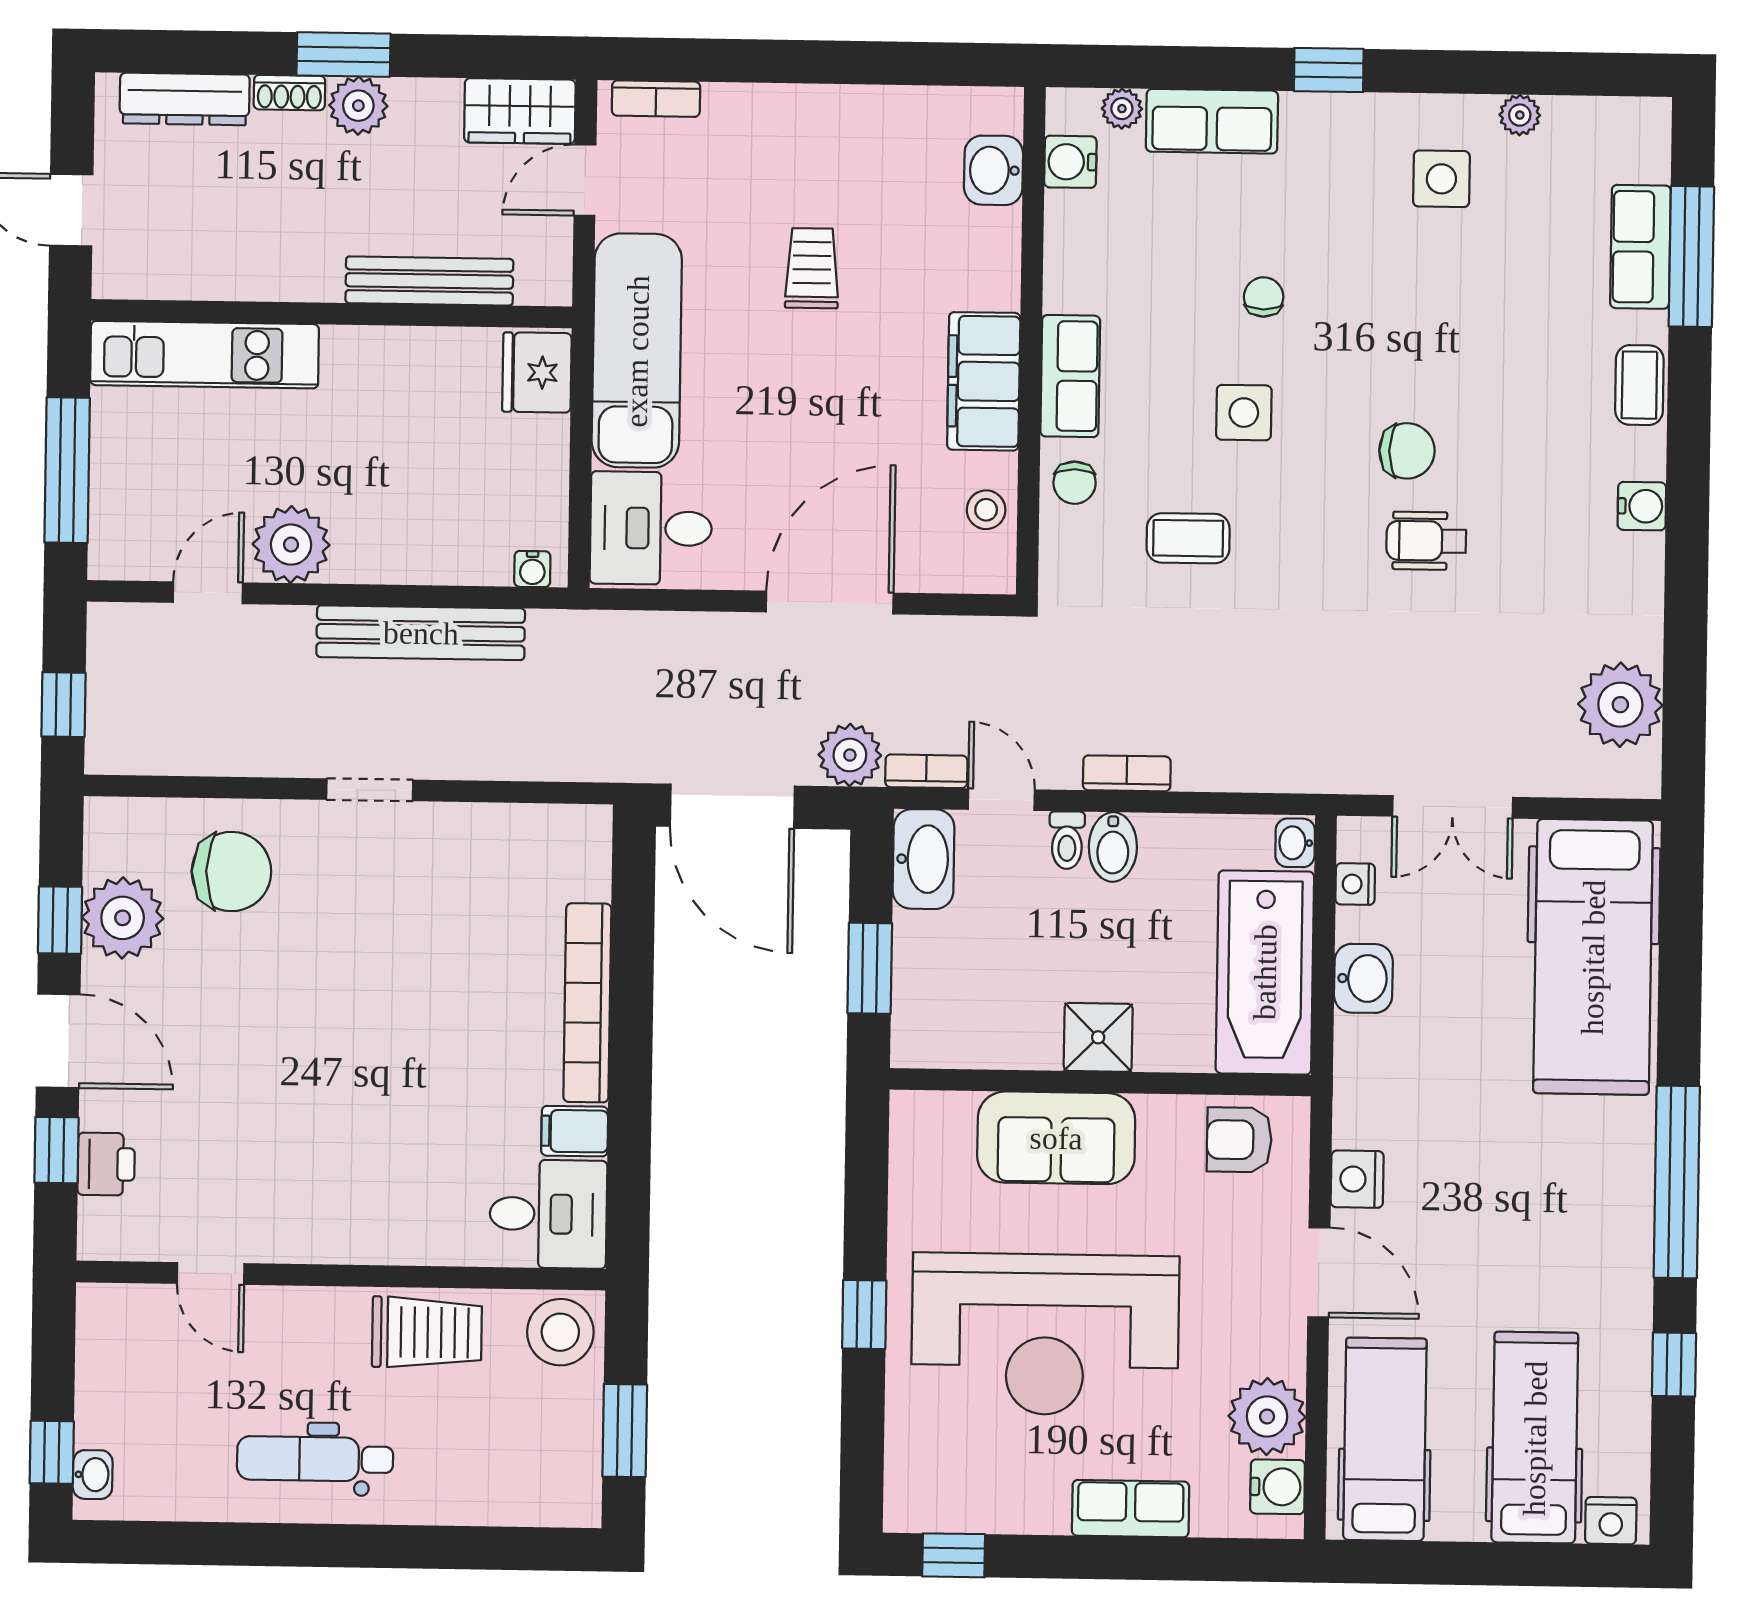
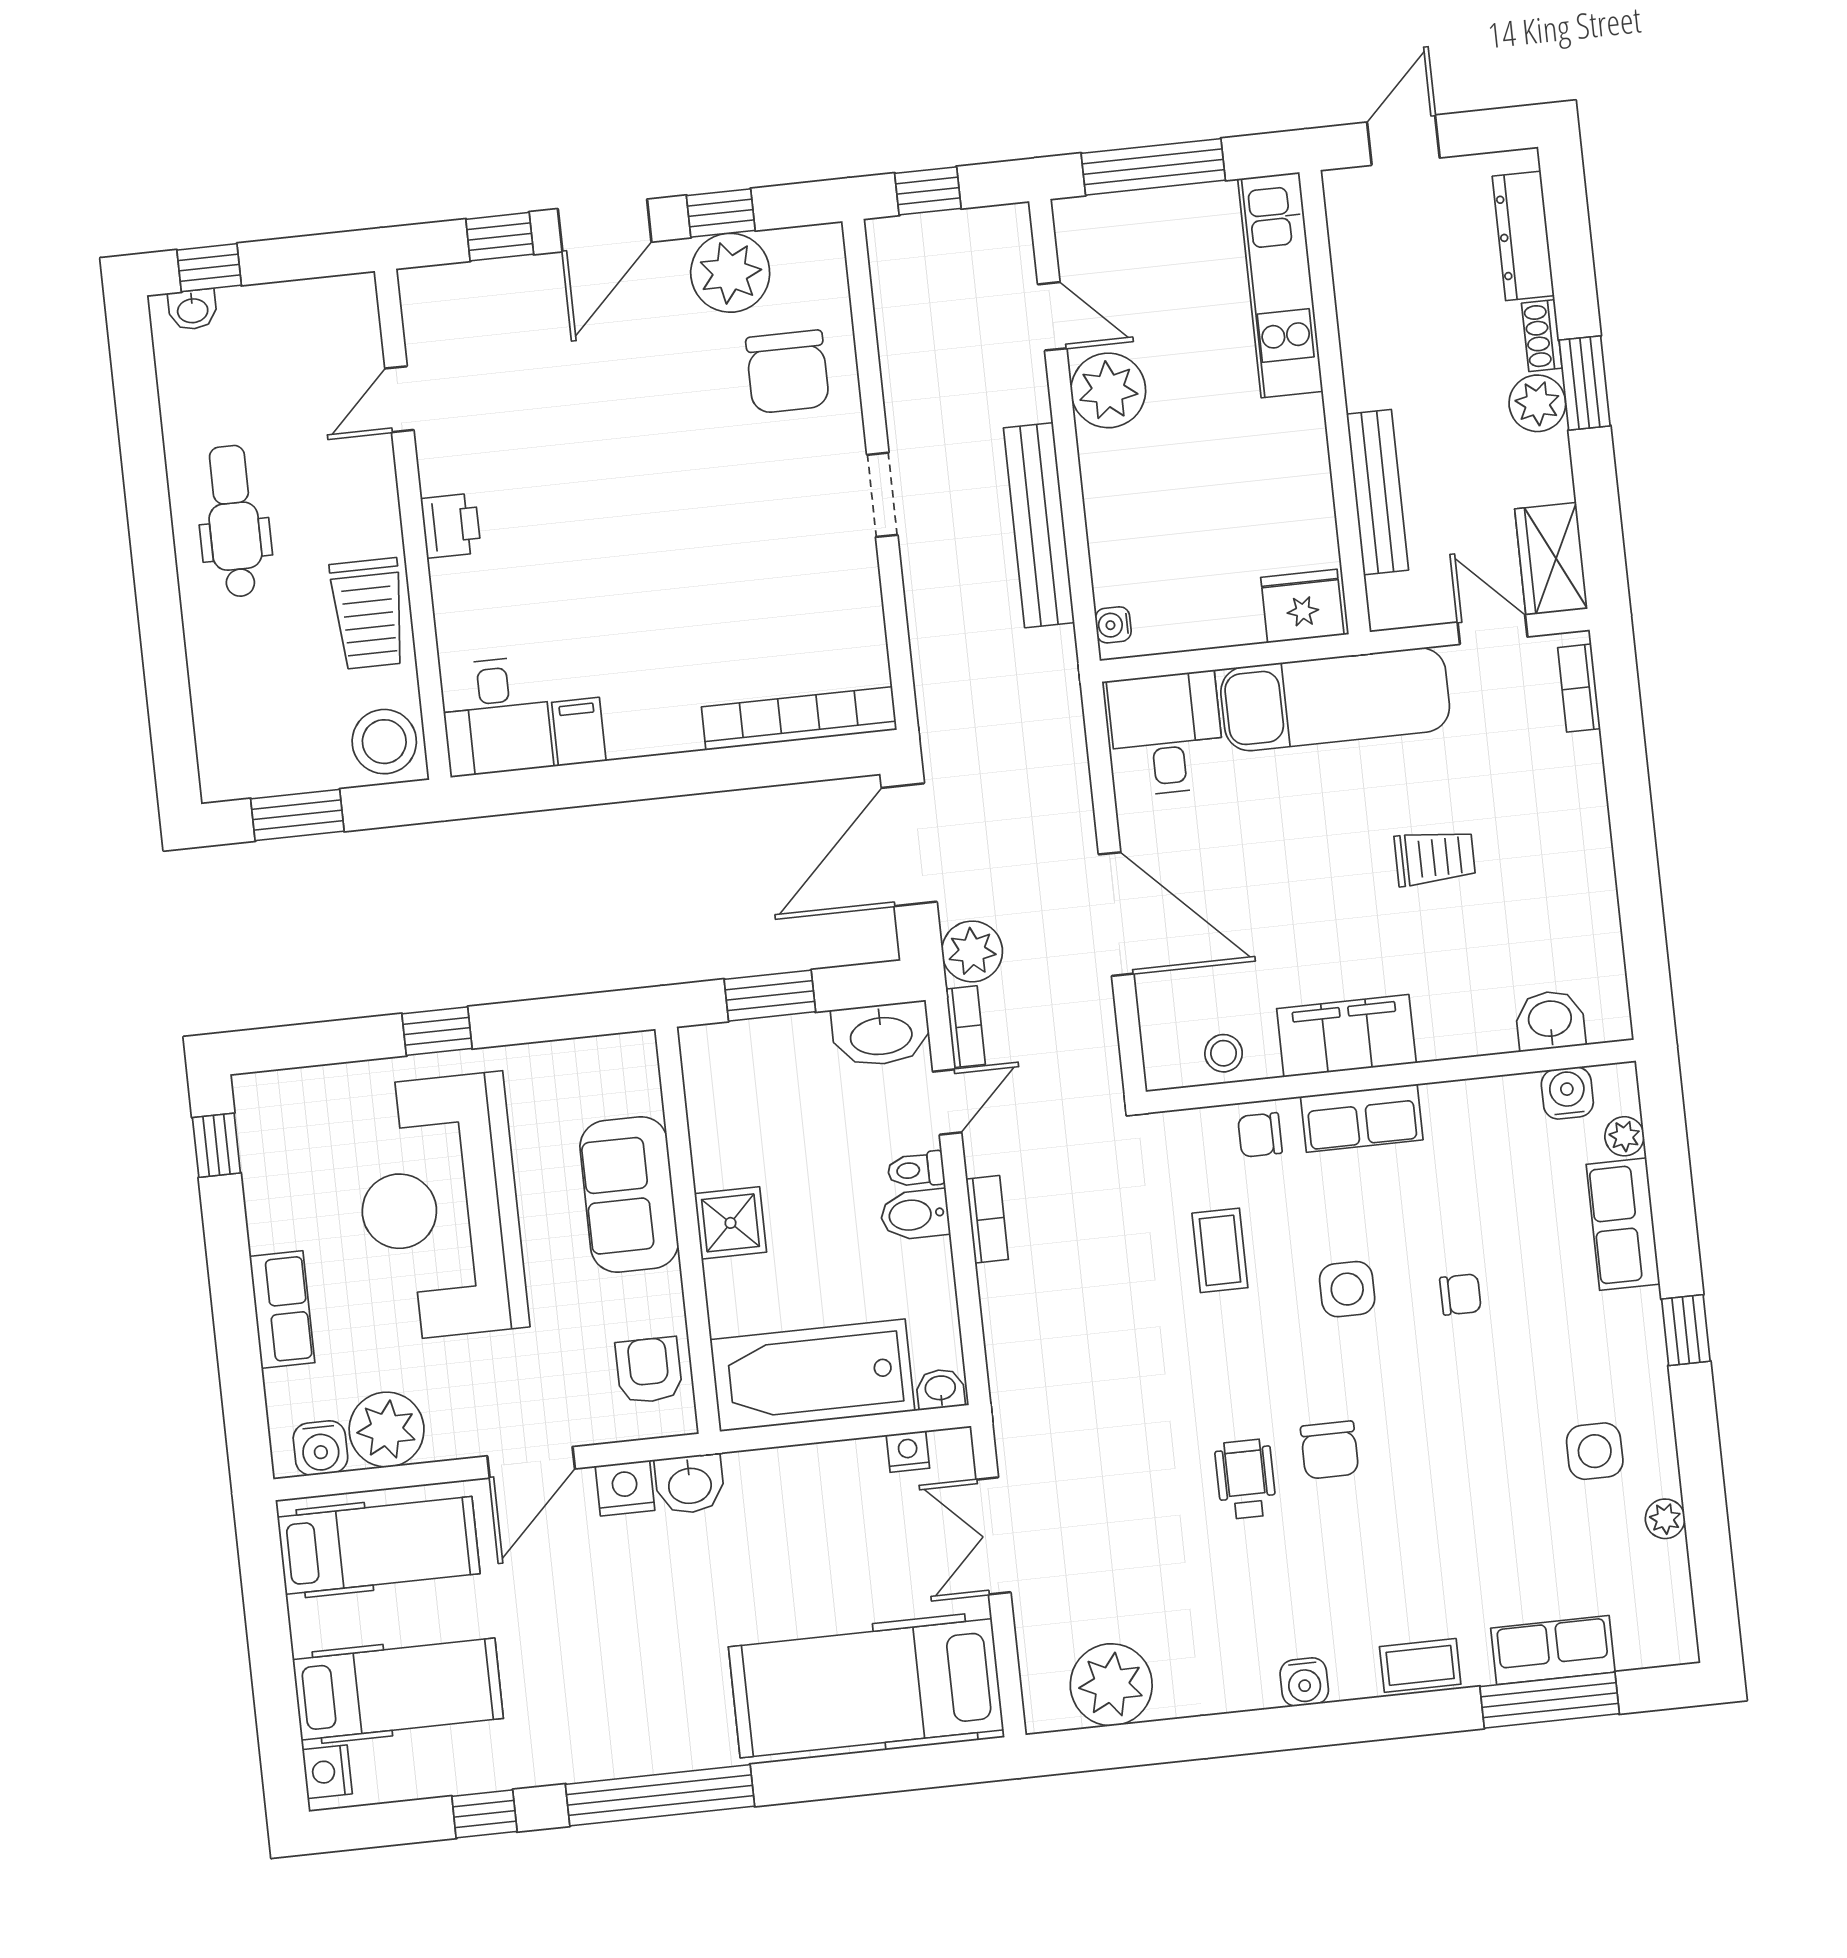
washbasin: (1363, 978) -> (690, 1484), moved
bookcase: (587, 1003) -> (799, 718), moved
printer: (106, 1164) -> (451, 526), moved, turned -90

